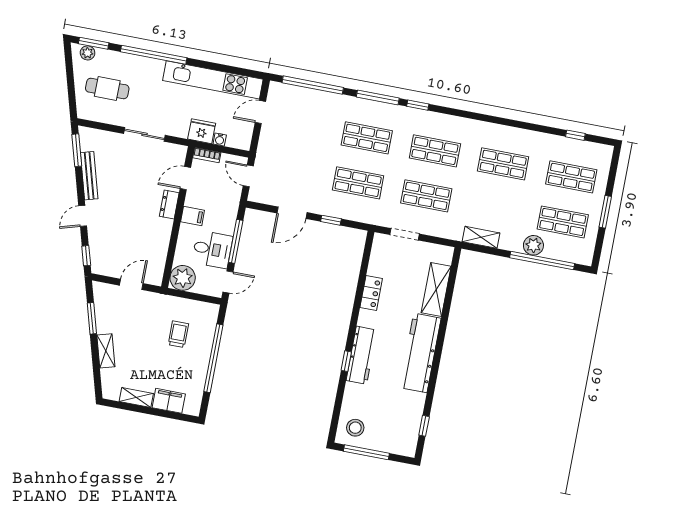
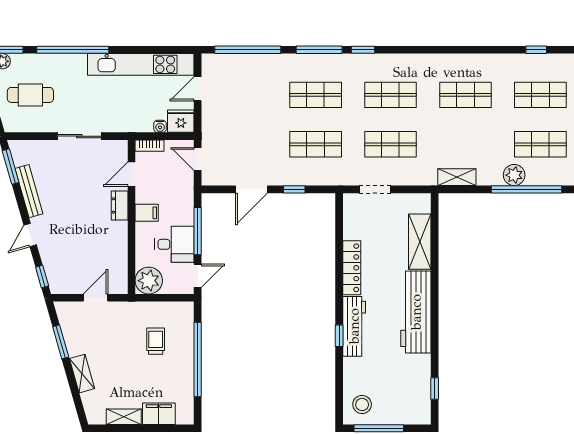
fridge: (202, 131) -> (181, 121), moved
locker: (371, 293) -> (352, 268), width x1.53

